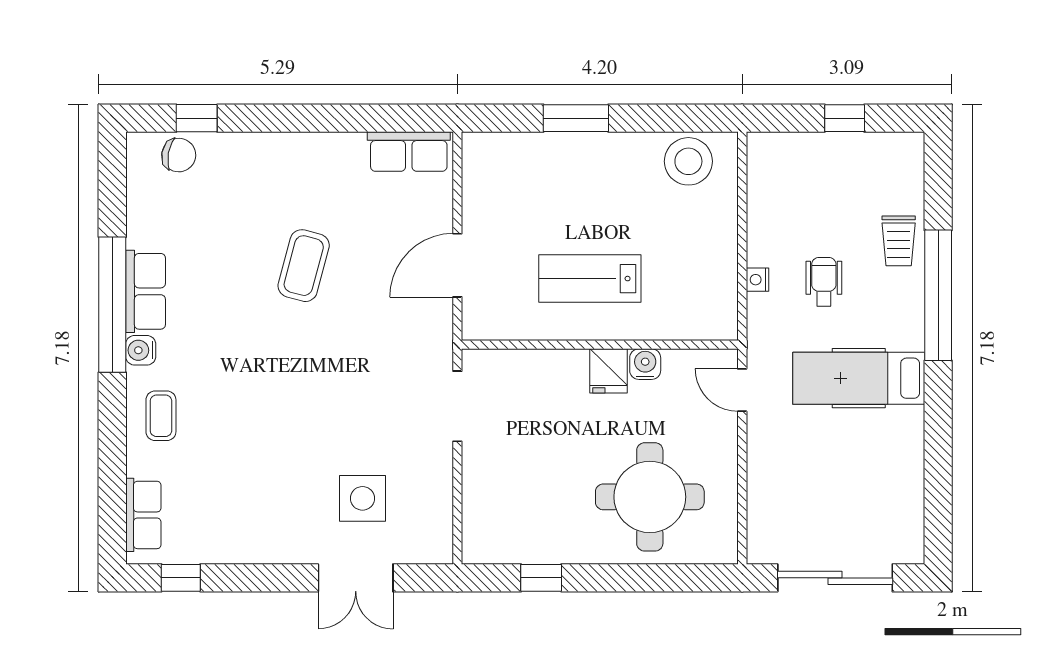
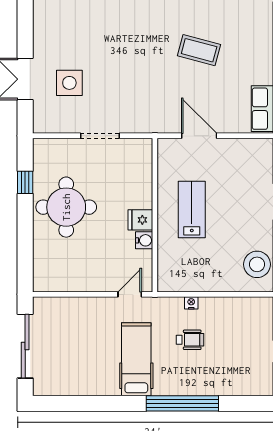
trolley: (899, 241) -> (213, 381), removed
doorway: (457, 406) -> (100, 136), moved
round table: (650, 497) -> (66, 207), moved

